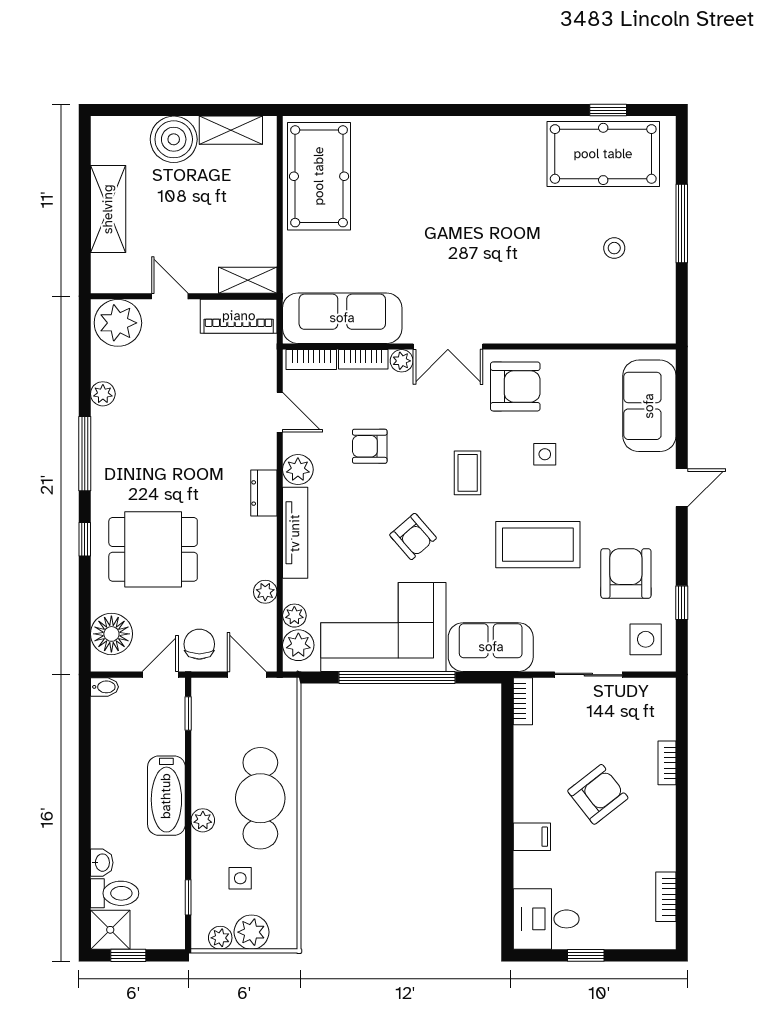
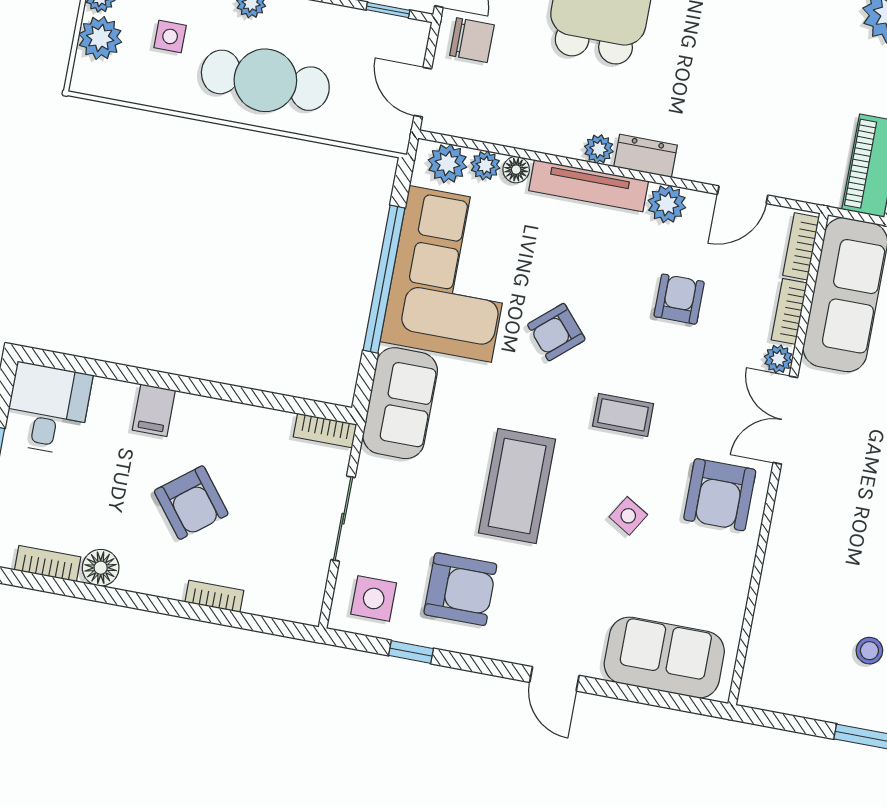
side table: (545, 454) -> (628, 516), turned 31
floor lamp: (293, 591) -> (516, 170), added
plant: (265, 592) -> (599, 149), moved
door: (247, 675) -> (423, 92), swing flipped
floor lamp: (661, 855) -> (101, 568), added

